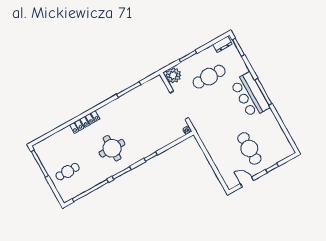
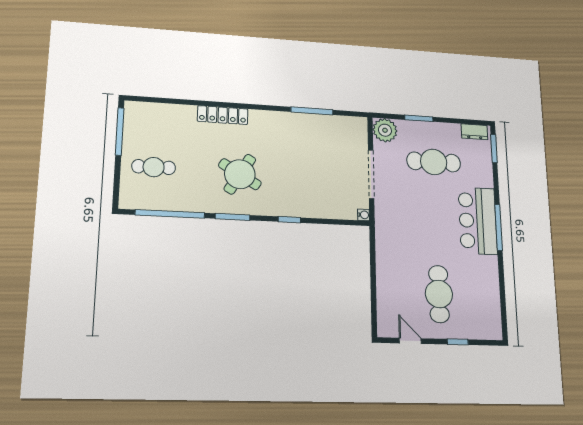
round table: (112, 148) -> (240, 174), turned 31

